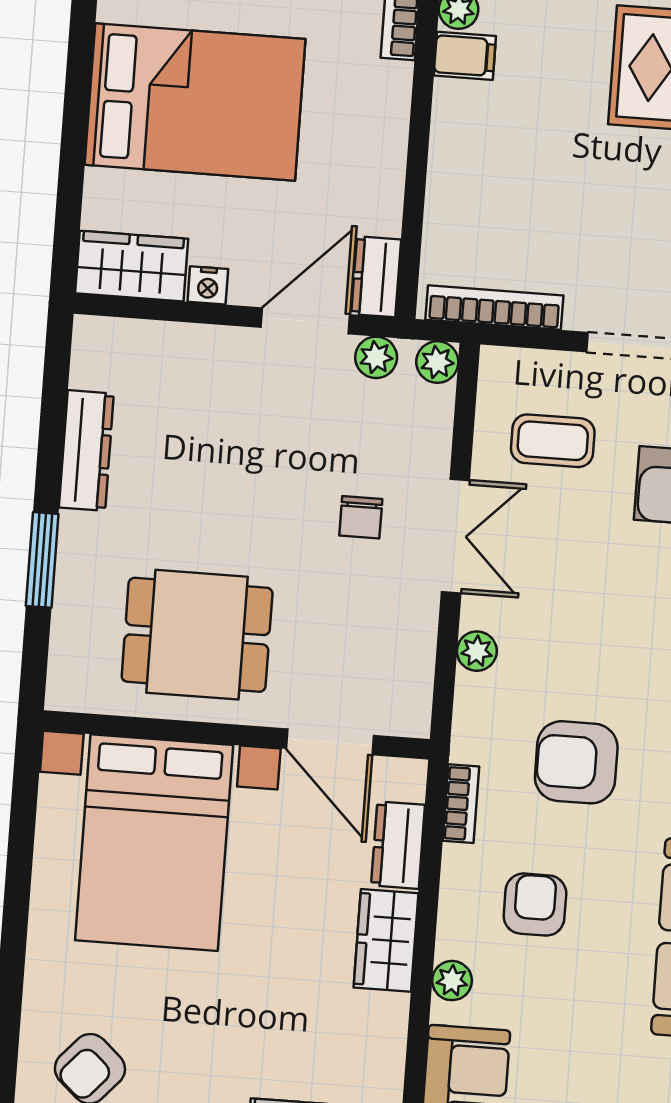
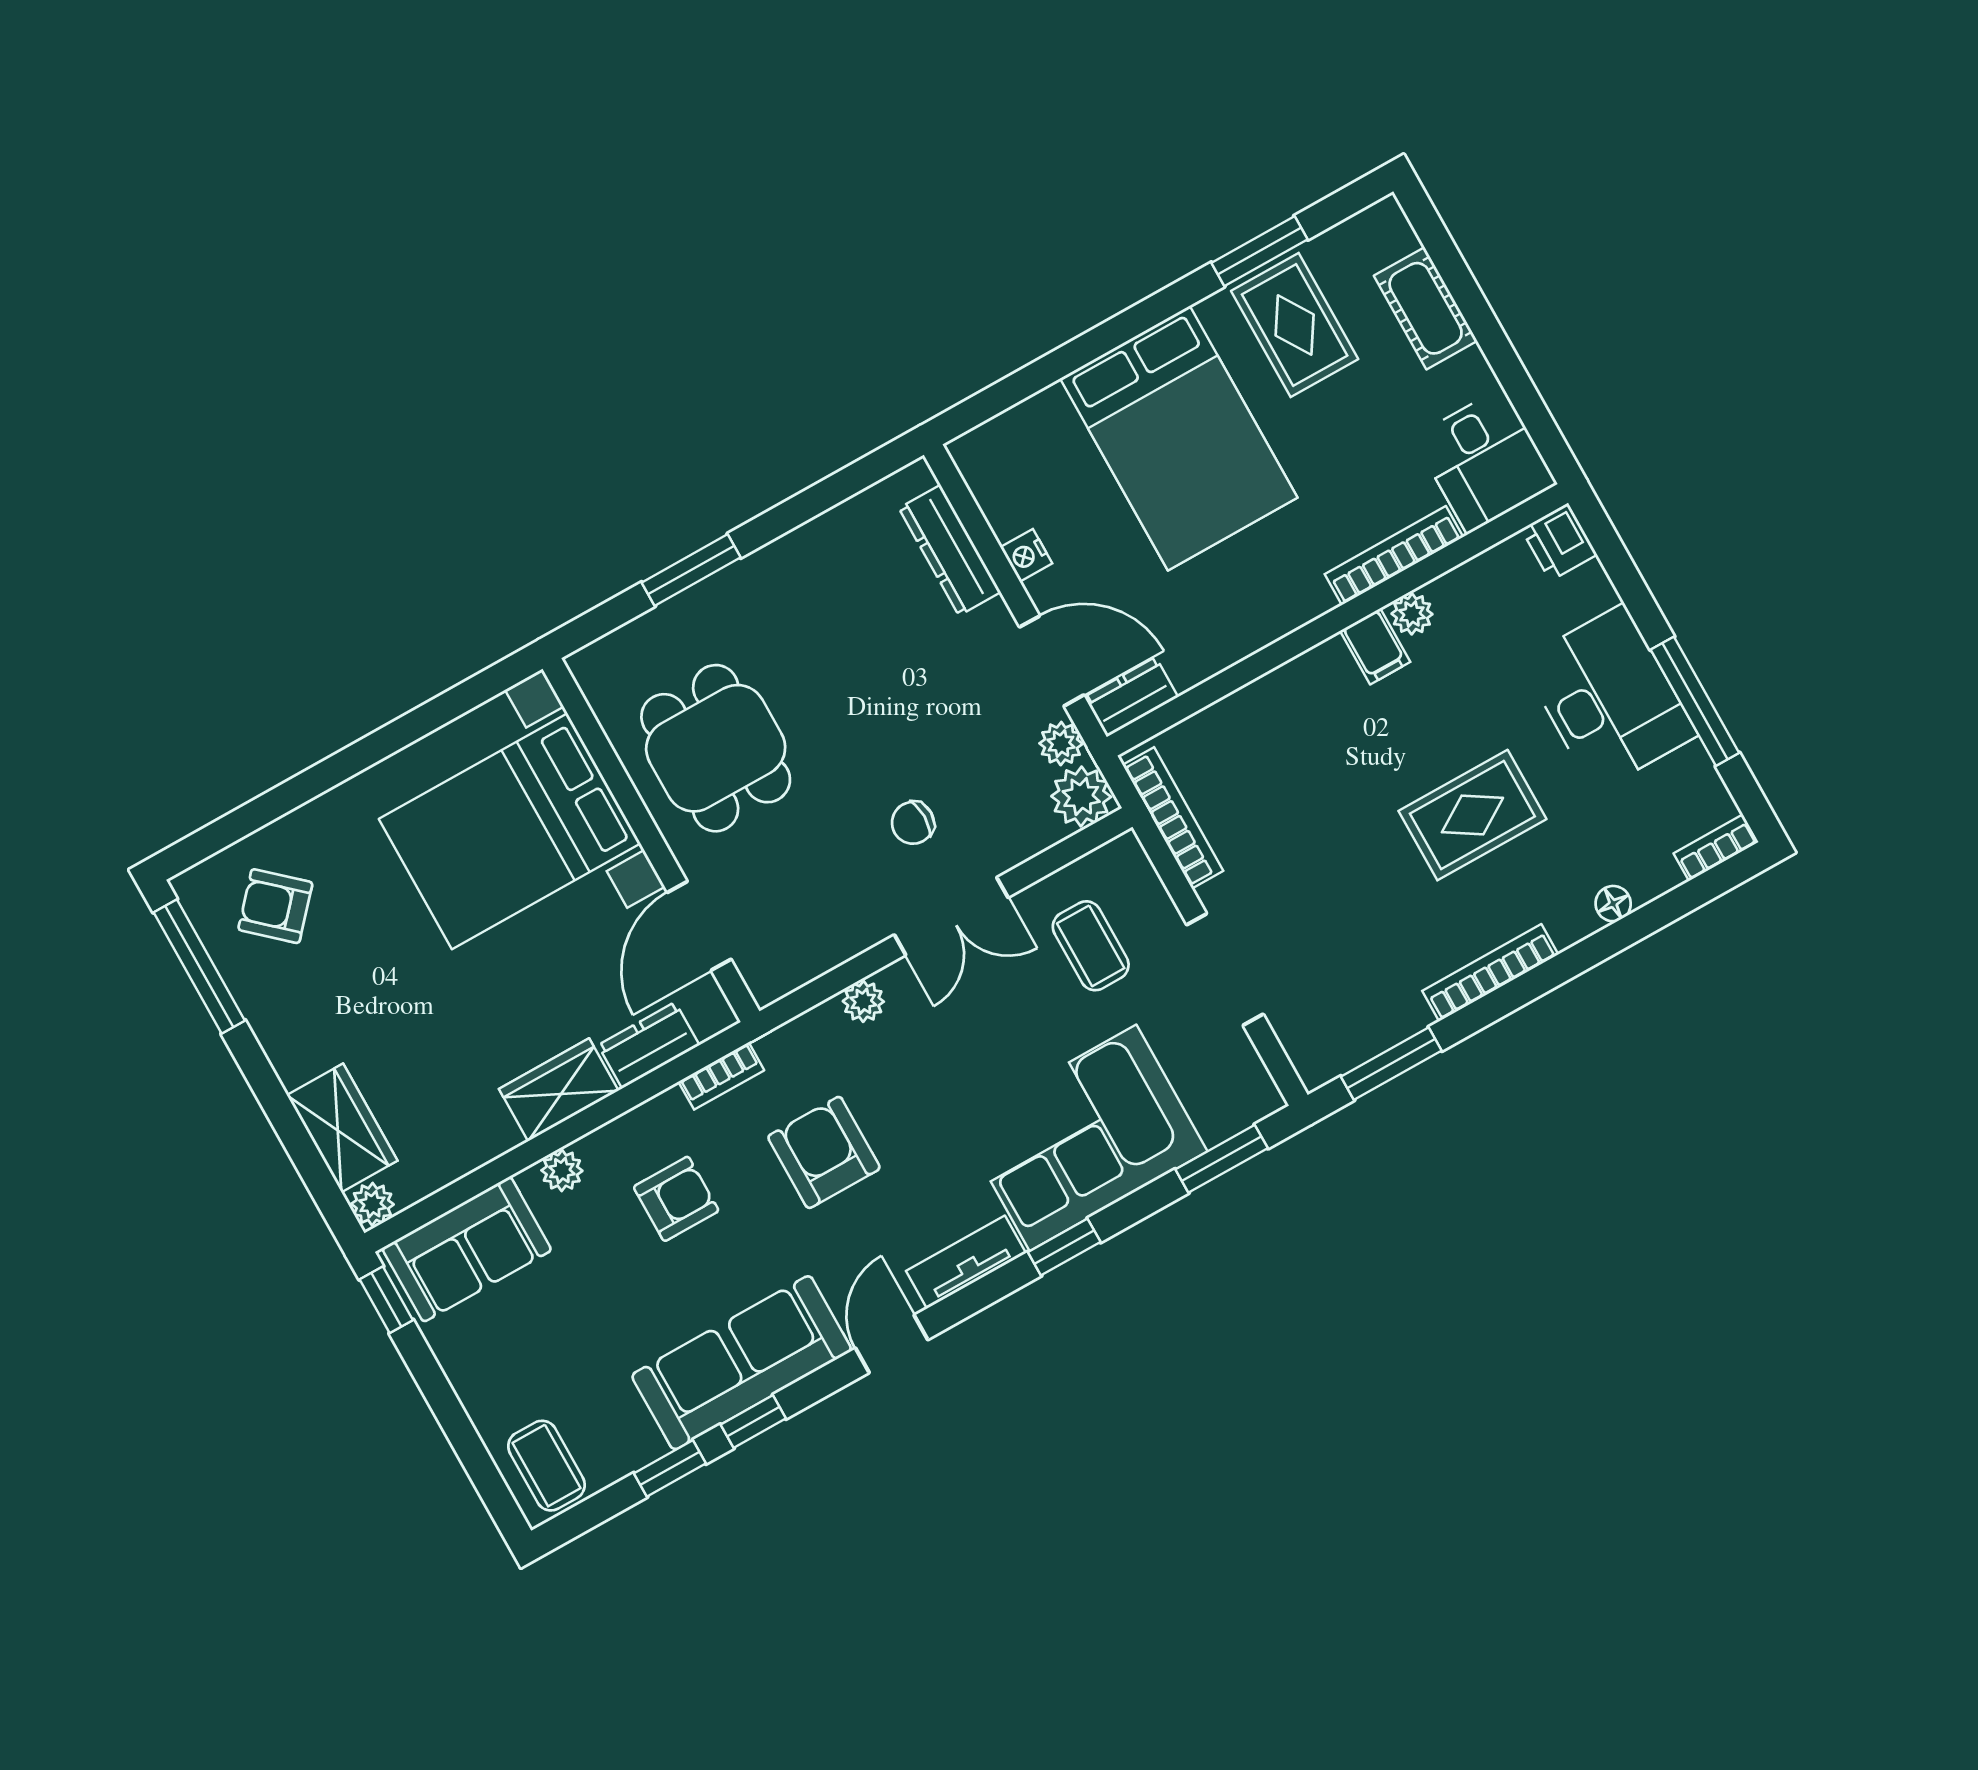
wardrobe: (132, 266) -> (999, 478), removed
plant: (437, 362) -> (1081, 797), width x1.38, depth x1.38
dresser: (86, 451) -> (950, 550), moved, turned 90

